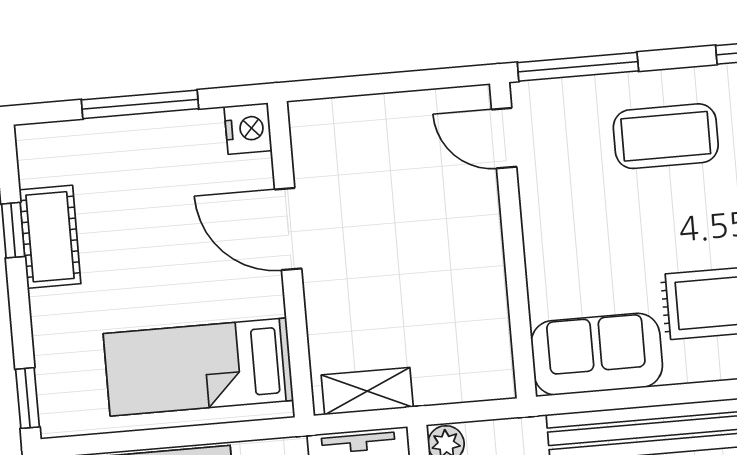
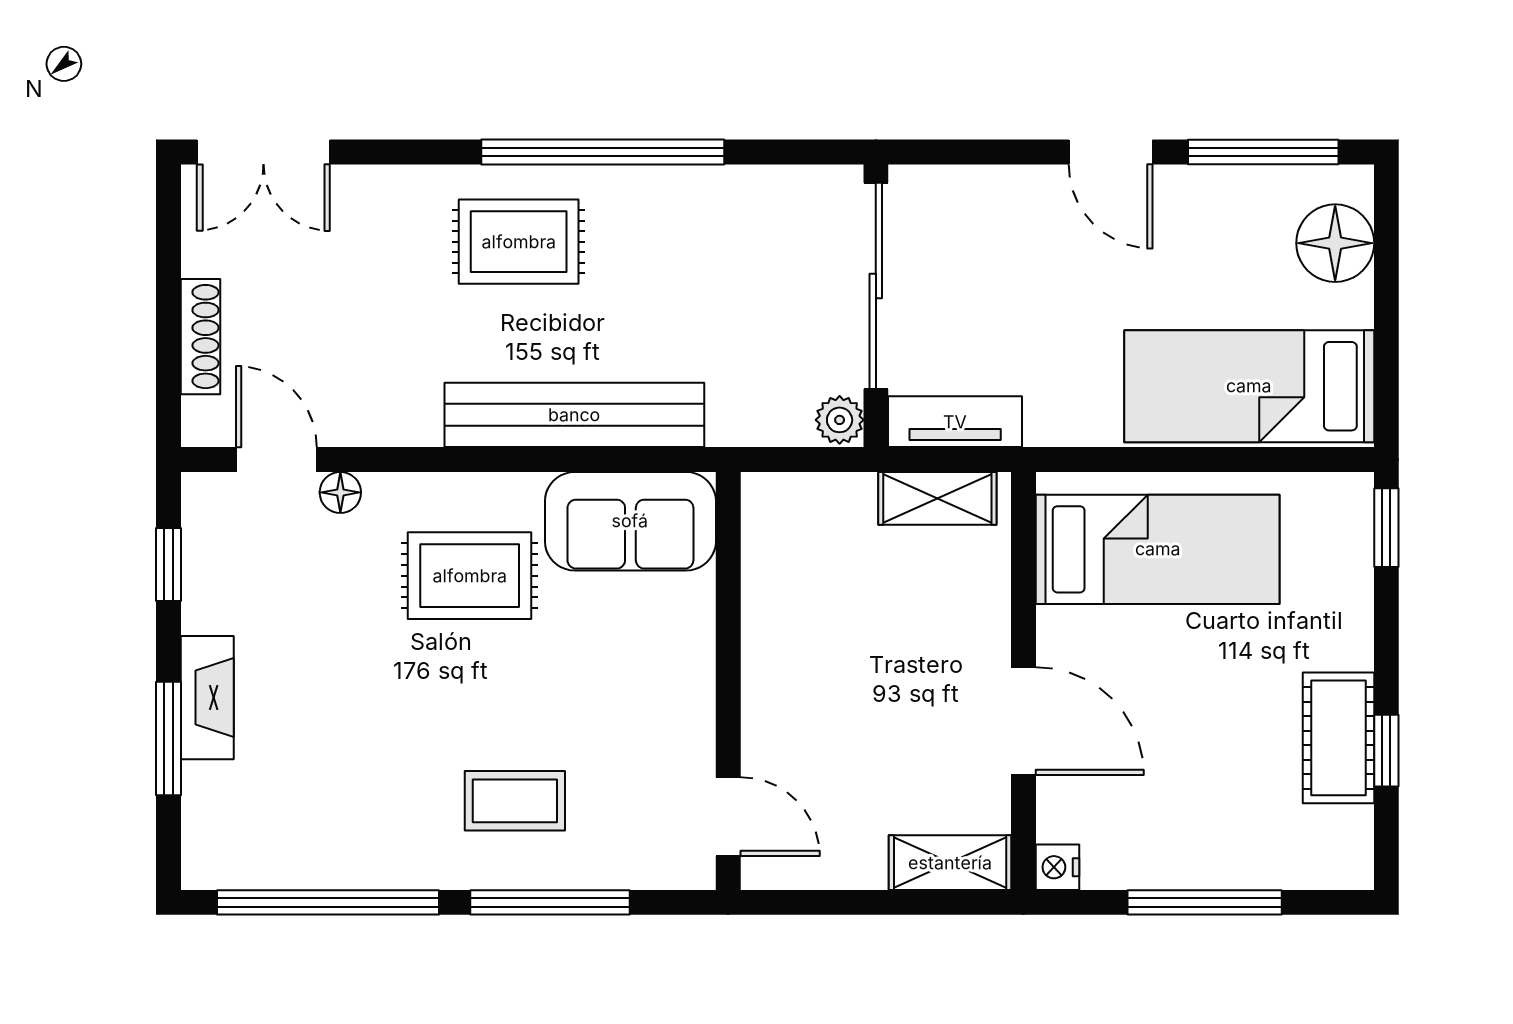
window: (578, 67) -> (550, 902), moved
shelving: (334, 118) -> (950, 863), added
nightstand: (248, 128) -> (1057, 867), width x0.72, depth x0.74
coffee table: (666, 136) -> (515, 801), width x0.73, depth x0.77

